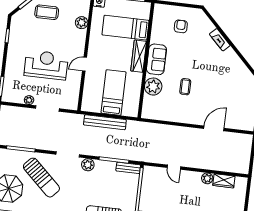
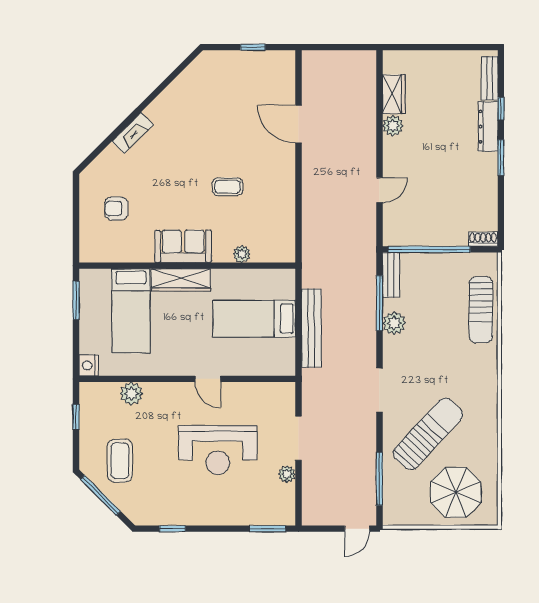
reception desk: (46, 65) -> (218, 450), turned -90
plant: (153, 87) -> (242, 254), width x0.53, depth x0.53
plant: (88, 165) -> (394, 323), moved

